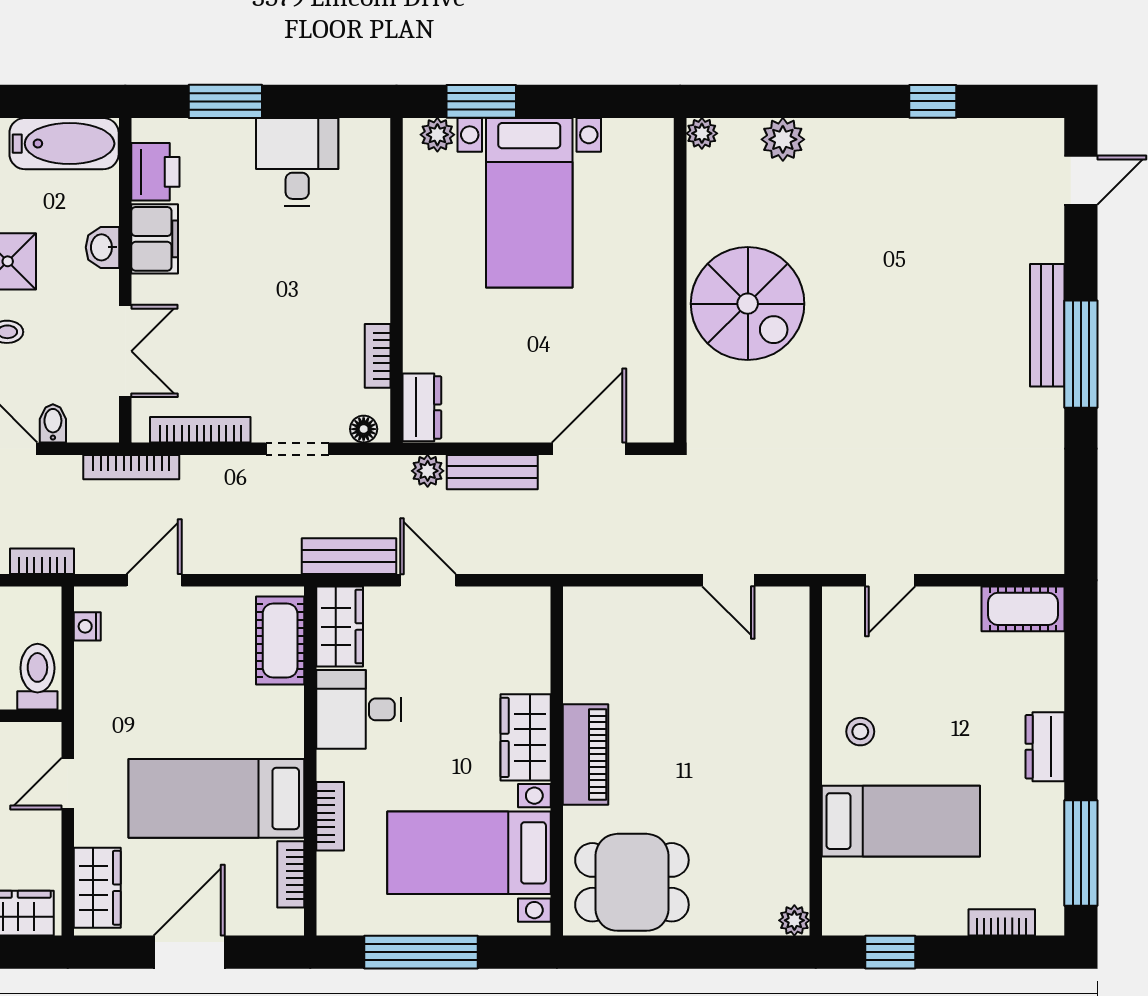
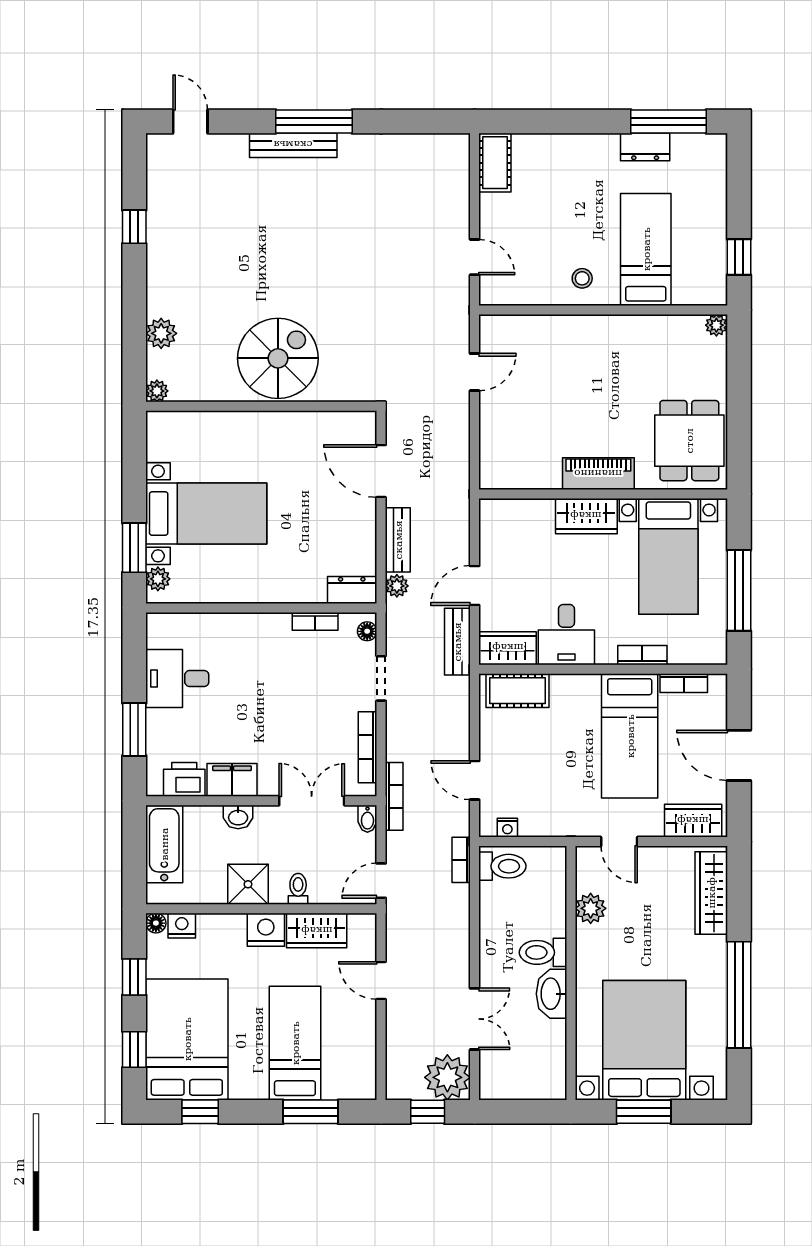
bidet: (53, 423) -> (367, 819), moved, turned -90
toilet: (37, 677) -> (502, 866), moved, turned 180
dresser: (1045, 747) -> (645, 147), moved
bookcase: (1002, 922) -> (718, 178), removed

